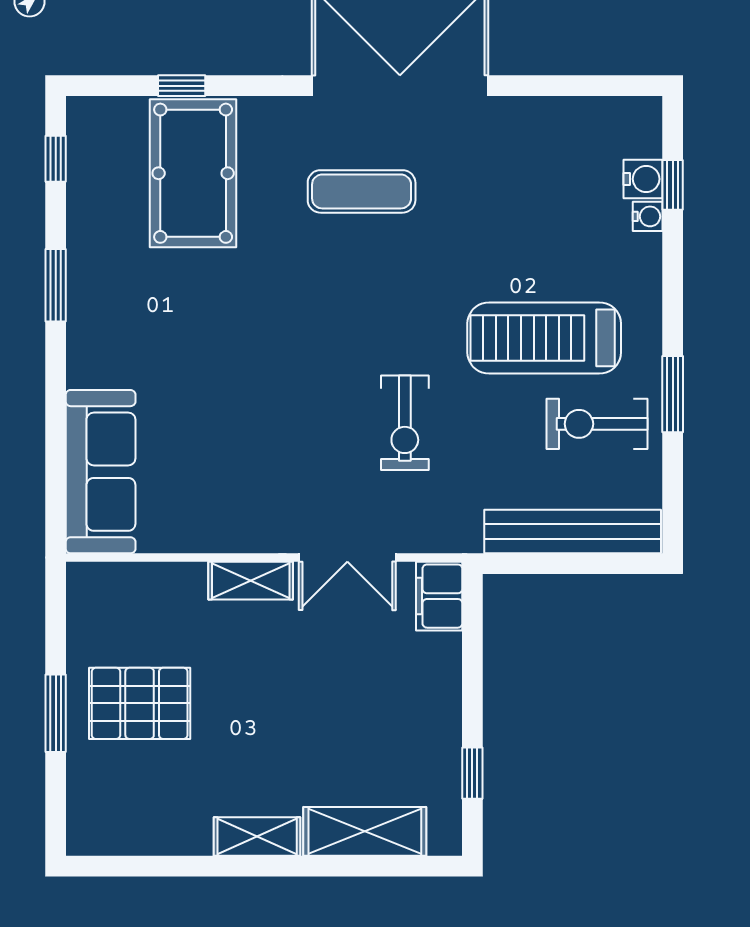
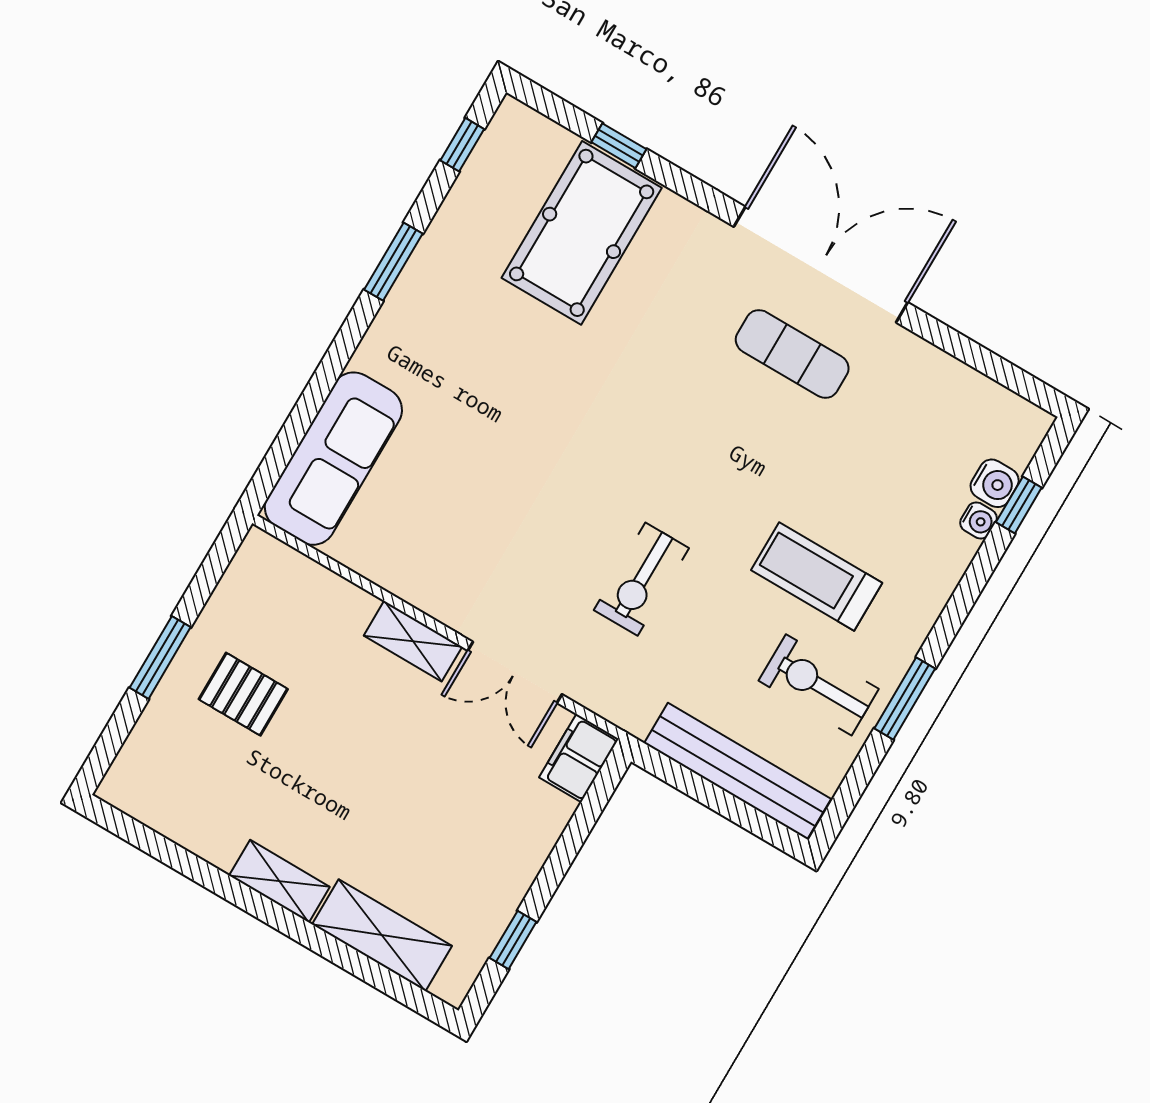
exercise mat: (362, 191) -> (792, 354), moved
treadmill: (544, 338) -> (817, 577), width x0.73, depth x0.73
pallet: (140, 703) -> (243, 694), width x0.67, depth x0.71

